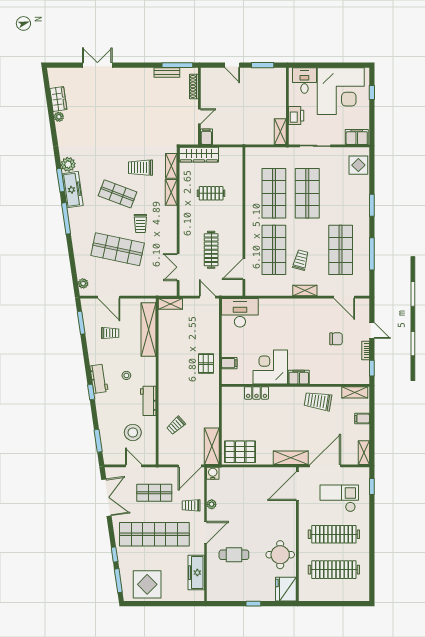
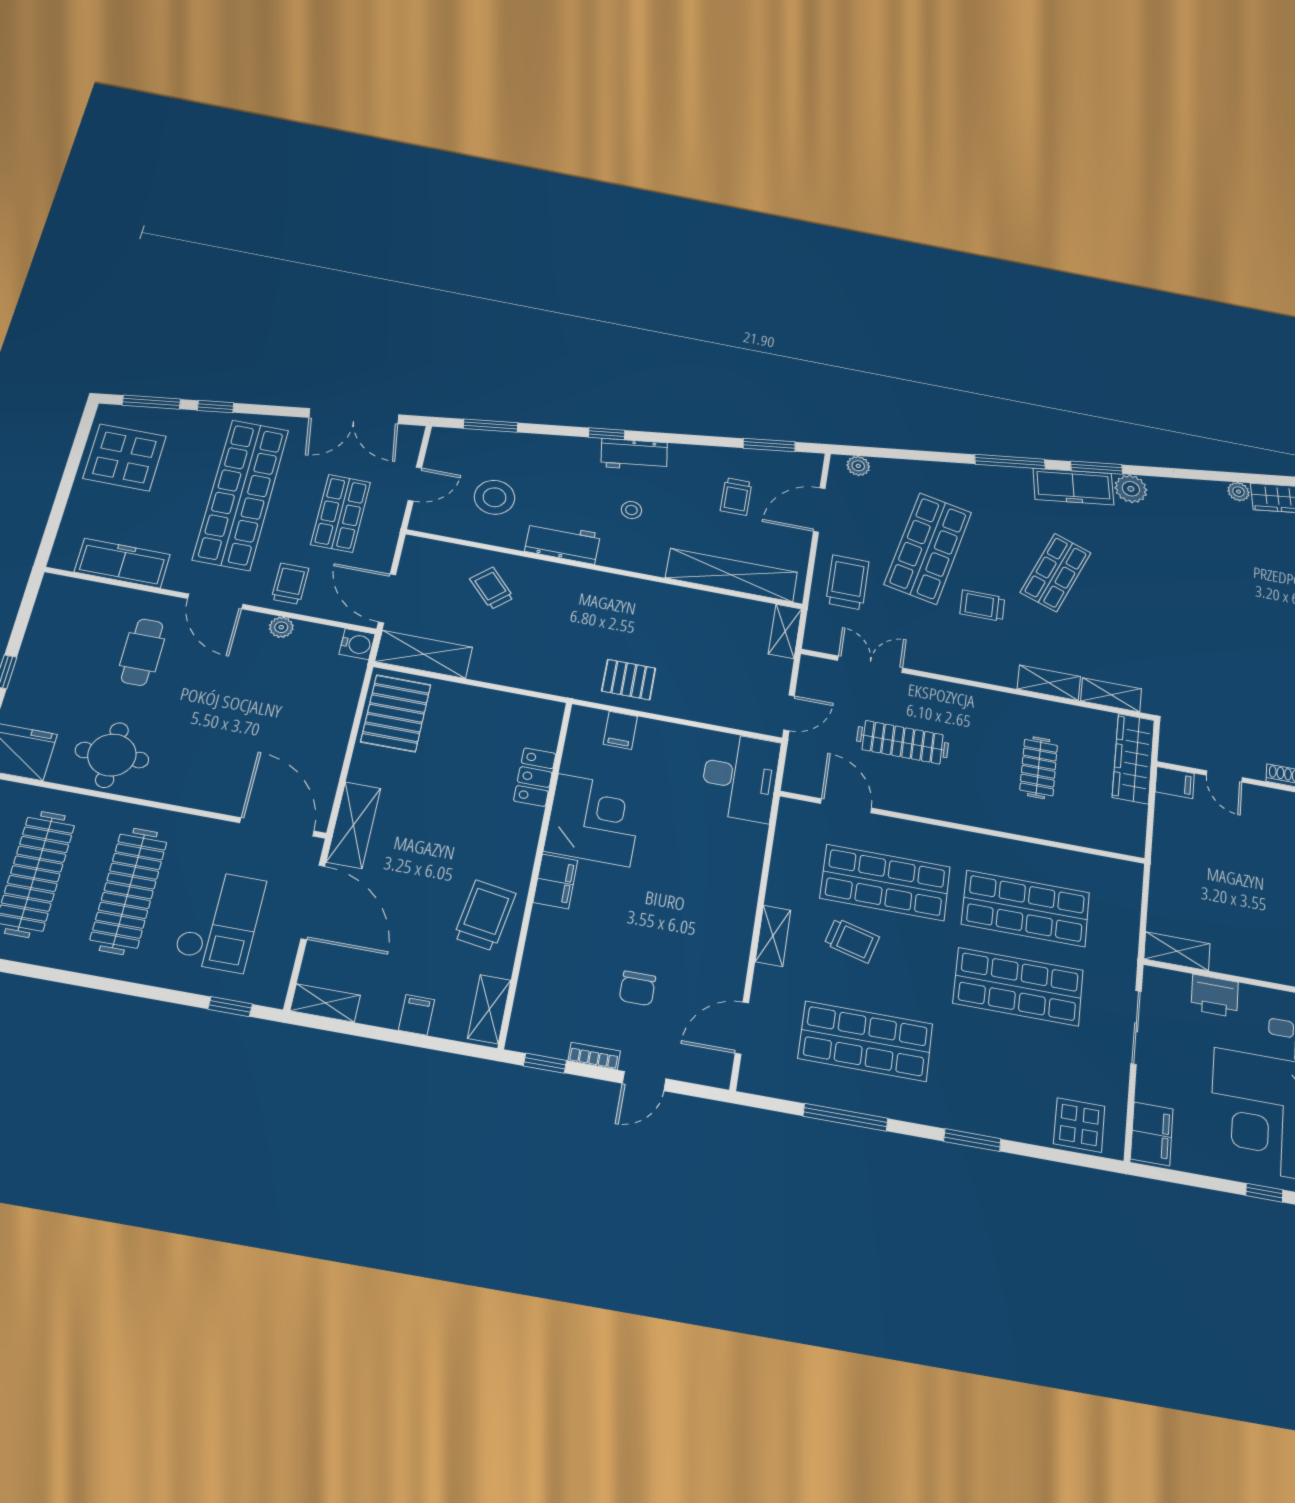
trolley: (140, 168) -> (847, 582), moved

